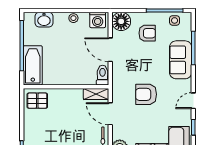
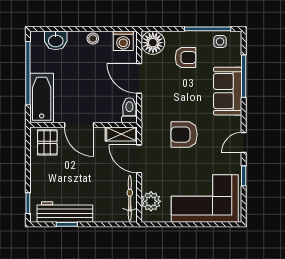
door: (63, 87) -> (79, 125), added
pallet: (37, 101) -> (47, 142), turned 90

